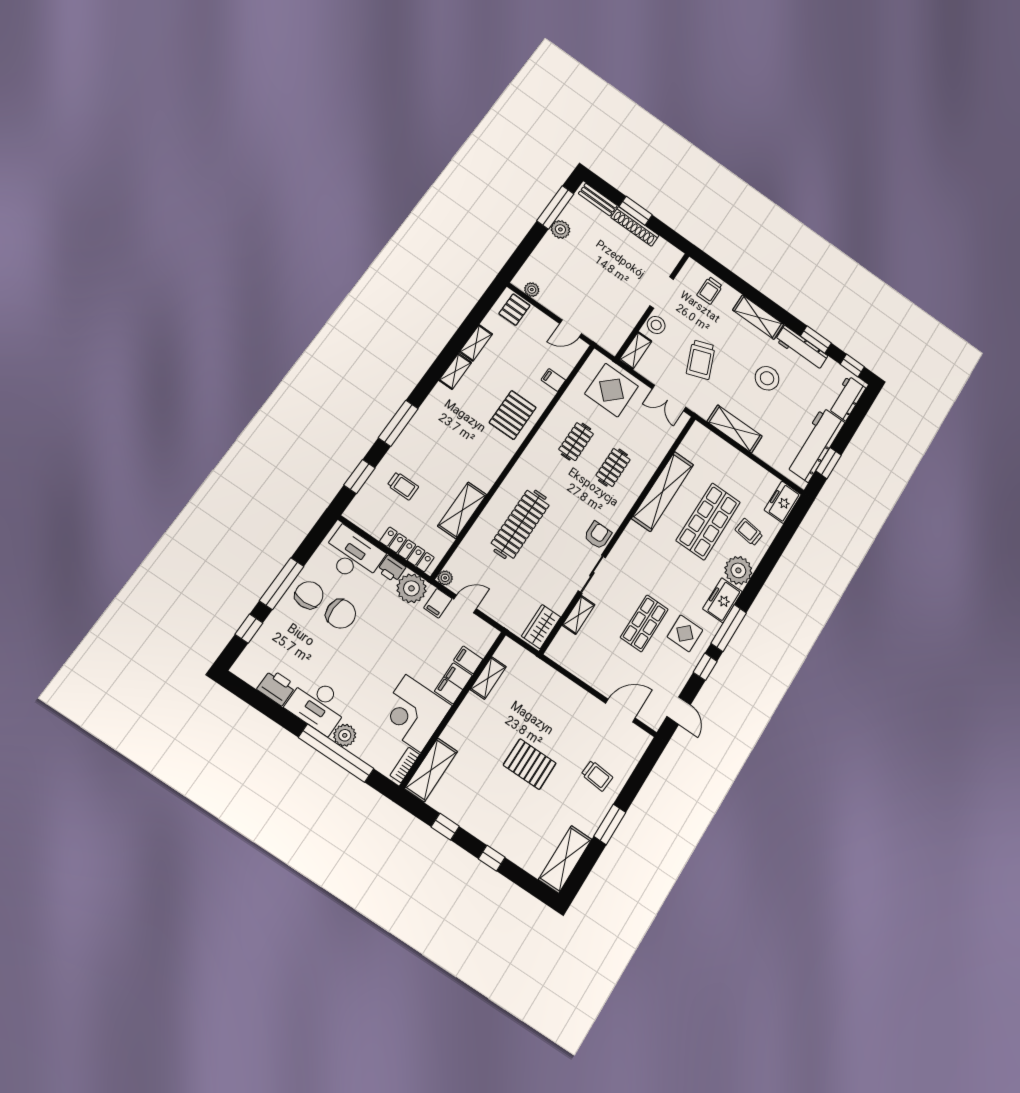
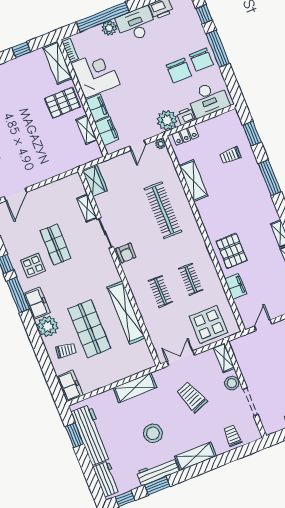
filing cabinet: (553, 380) -> (236, 286), width x2.00
locker: (407, 549) -> (185, 135), width x0.66
filing cabinet: (438, 603) -> (148, 130), removed
chair: (341, 614) -> (179, 70), turned -90
filing cabinet: (468, 660) -> (107, 131), width x2.00
pallet: (530, 764) -> (63, 103), moved

